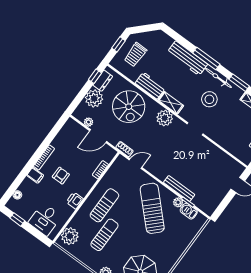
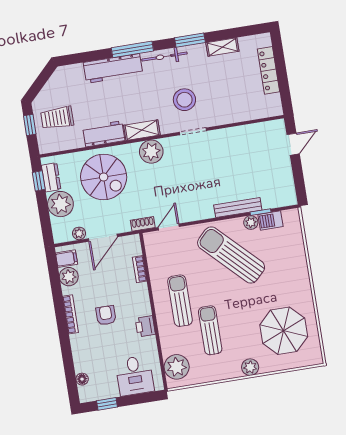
trolley: (135, 55) -> (57, 118), turned 90
stool: (209, 99) -> (184, 100), moved
plant: (62, 138) -> (69, 277), added
filing cabinet: (35, 175) -> (67, 259), moved

